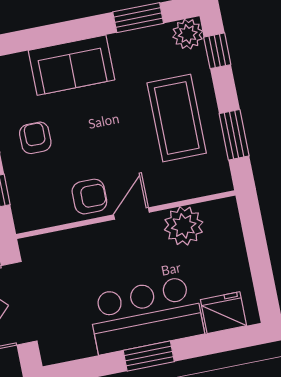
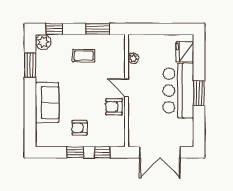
coffee table: (177, 118) -> (84, 56), width x0.54, depth x0.58
armchair: (89, 197) -> (114, 107), turned -90
plant: (184, 226) -> (133, 58), width x0.53, depth x0.53

